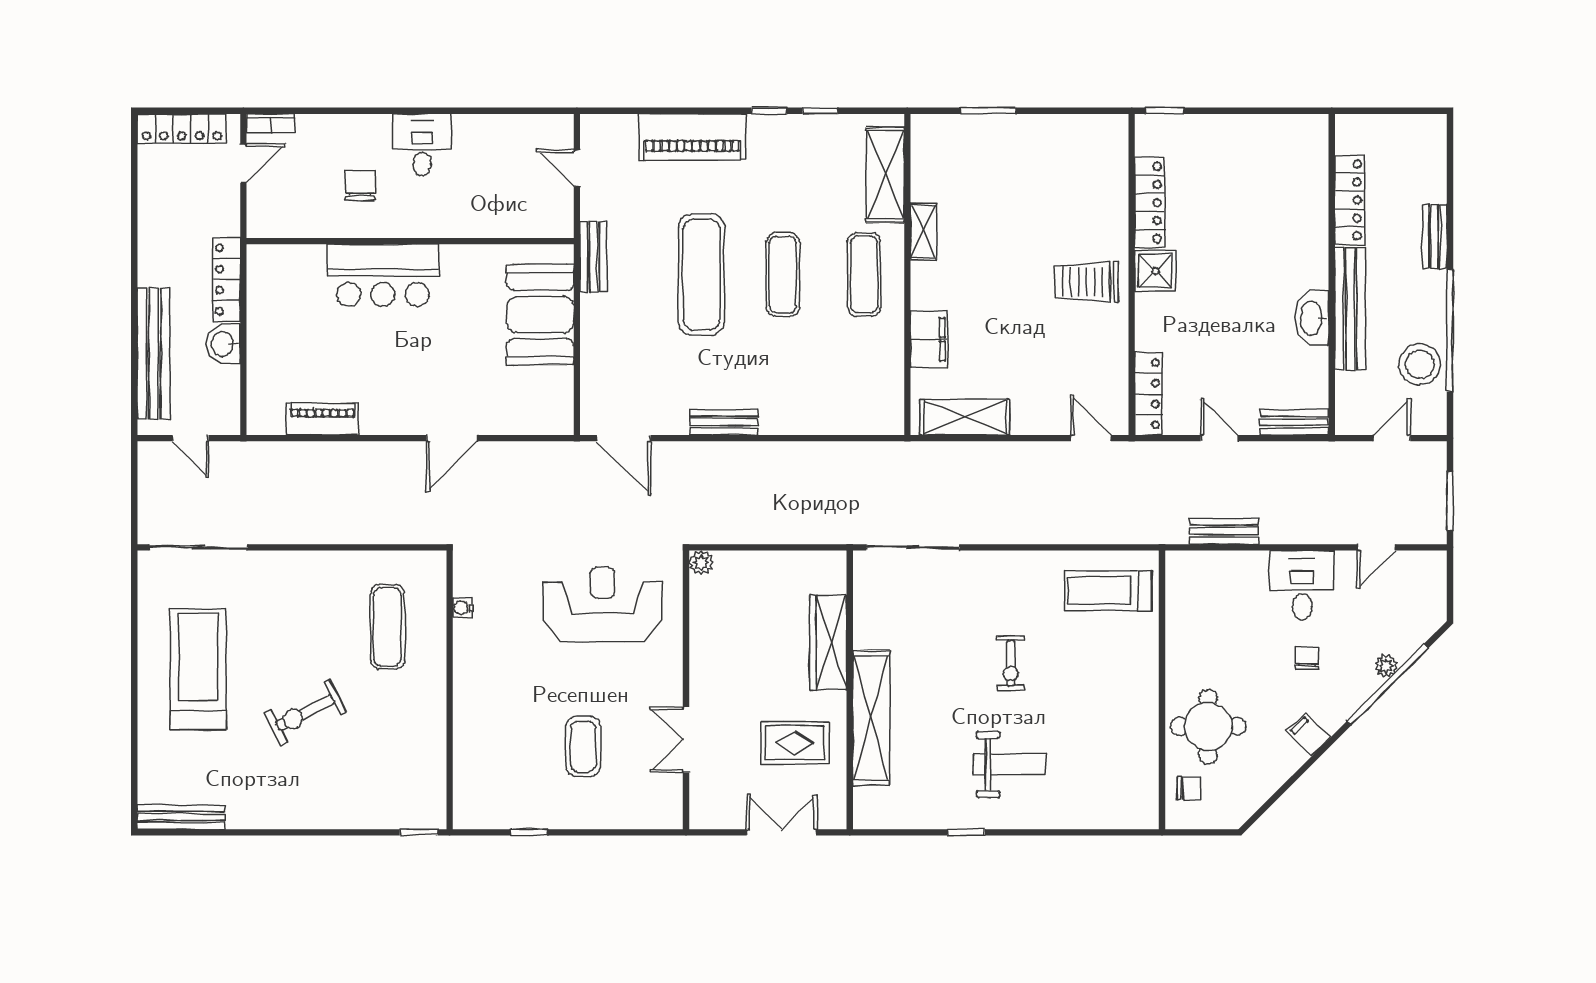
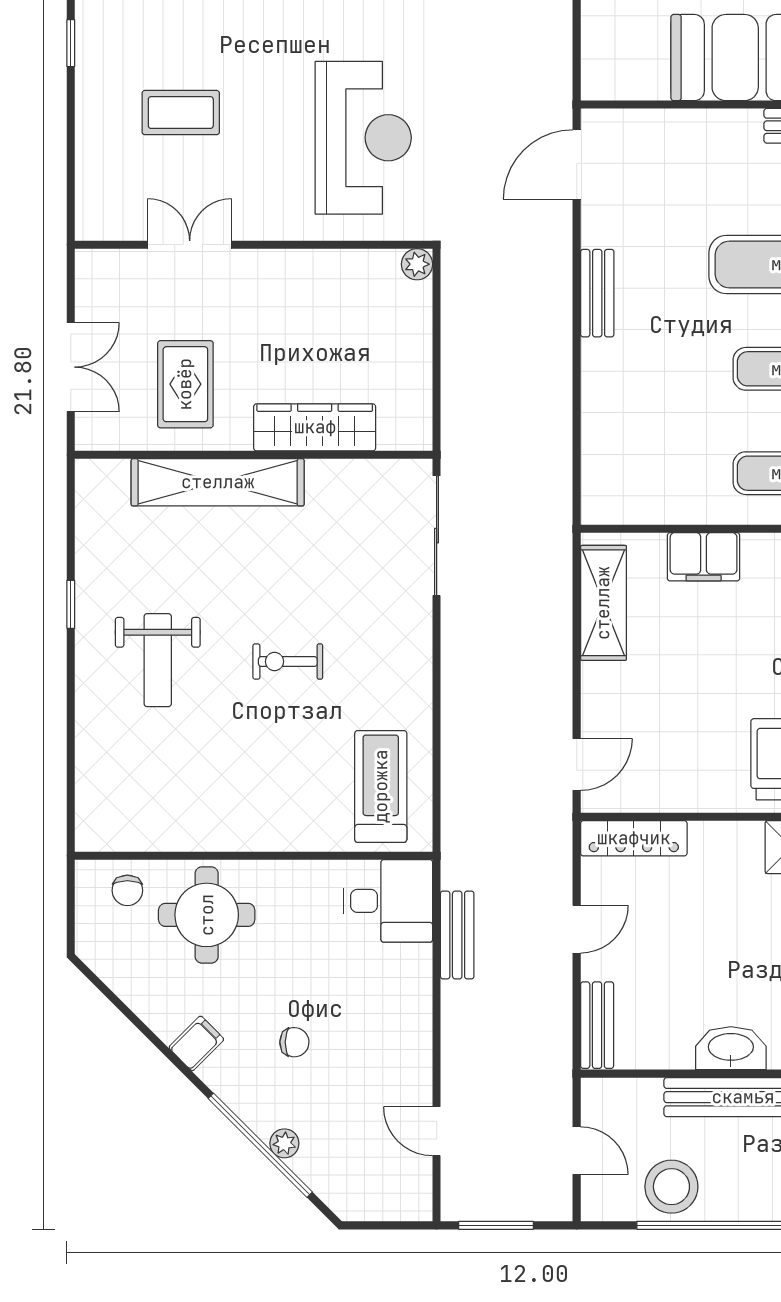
desk: (1302, 585) -> (388, 901), moved

